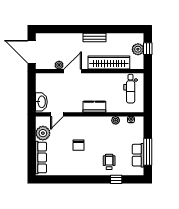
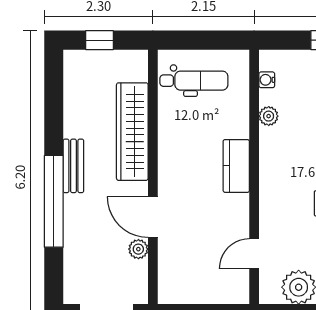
window: (79, 29) -> (54, 201), added
plant: (138, 49) -> (101, 63), removed
washbasin: (41, 102) -> (225, 291), removed
door: (57, 114) -> (254, 254), swing flipped

